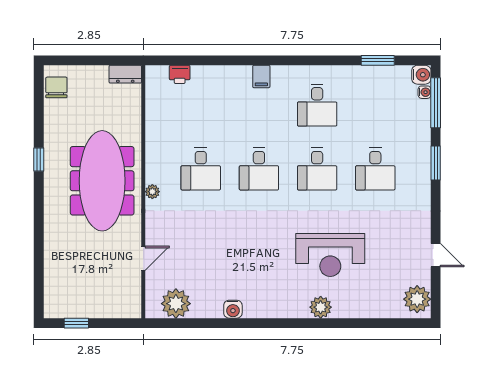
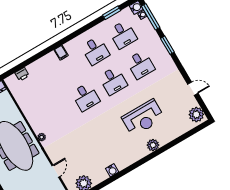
desk: (201, 169) -> (123, 35), moved

